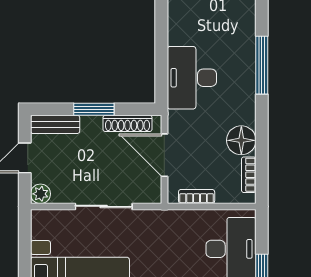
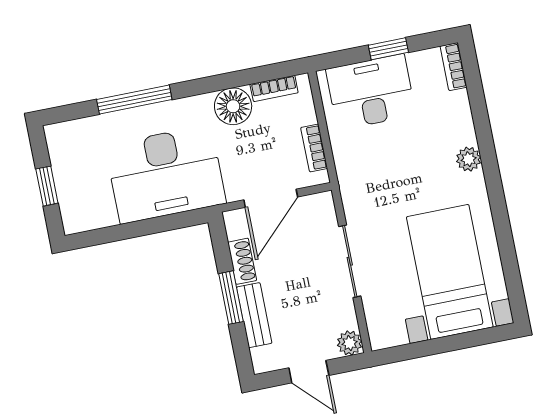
desk: (192, 78) -> (166, 174), width x1.36, depth x1.30
shoe rack: (128, 123) -> (242, 261), width x0.70
bench: (55, 124) -> (254, 315), moved

